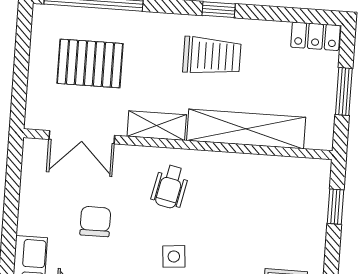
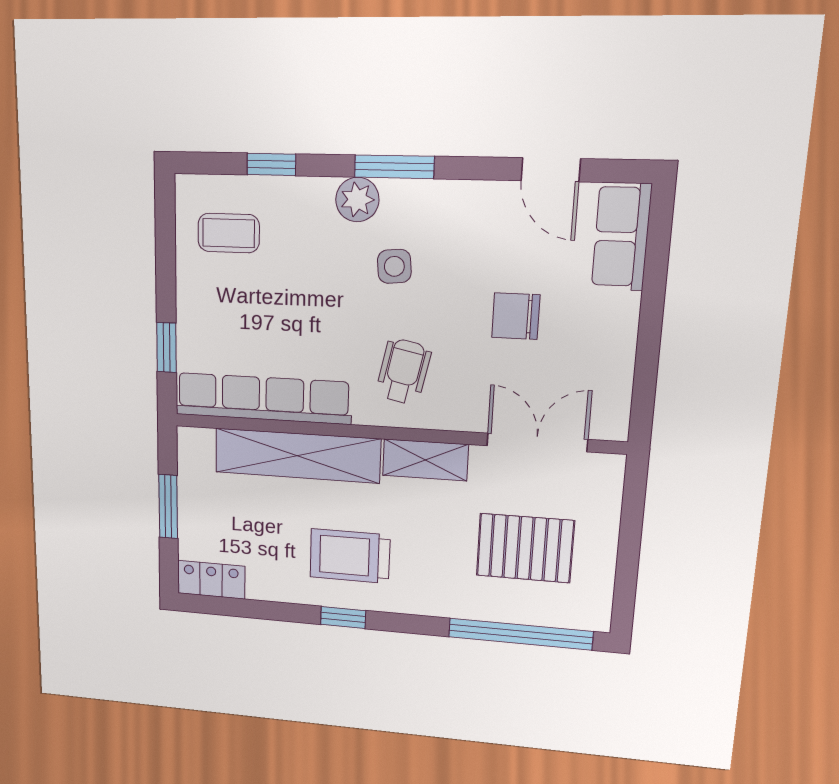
row of seats: (269, 170) -> (263, 398), added
chair: (95, 222) -> (516, 316), turned 90

